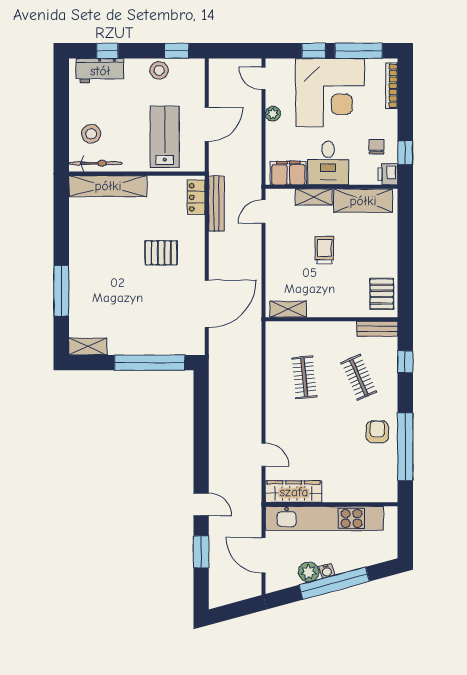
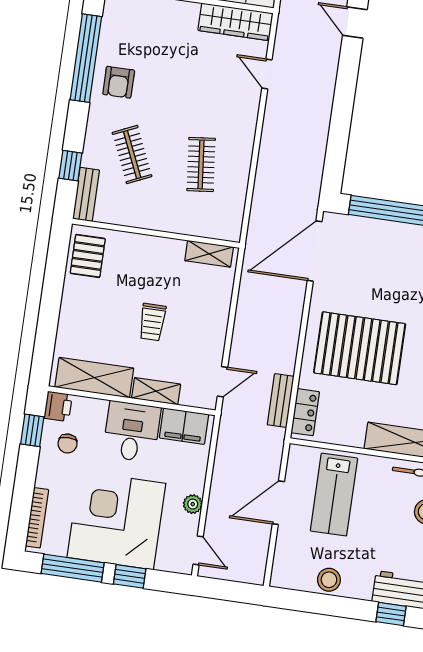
window: (177, 51) -> (303, 601), removed
bench: (216, 204) -> (281, 401), width x0.73
pallet: (161, 253) -> (360, 348), width x2.05, depth x2.00
door: (207, 304) -> (315, 251), moved
bench: (377, 329) -> (86, 194), moved, turned 90

